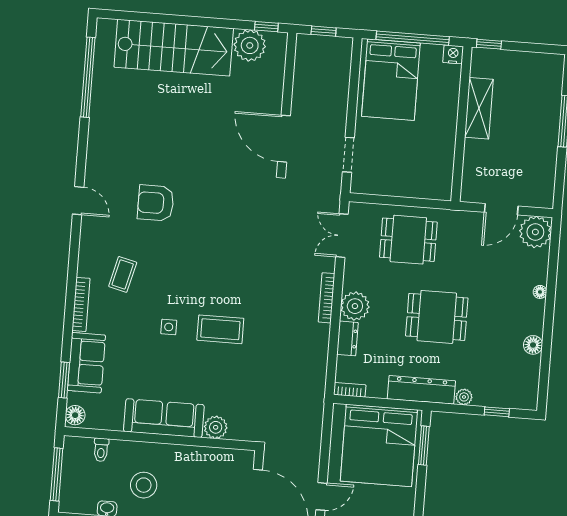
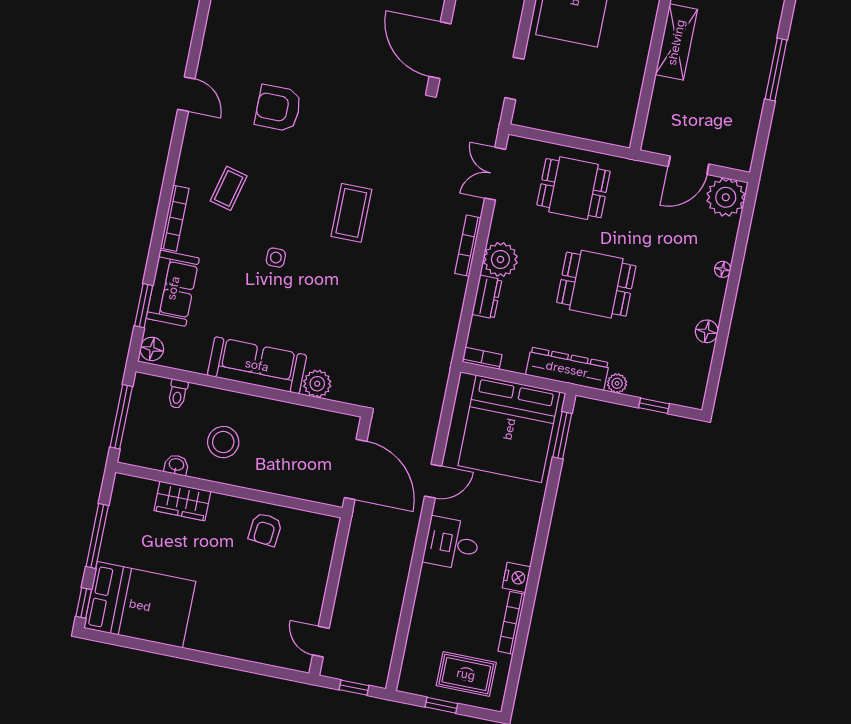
coffee table: (220, 329) -> (351, 213), moved, turned 90

